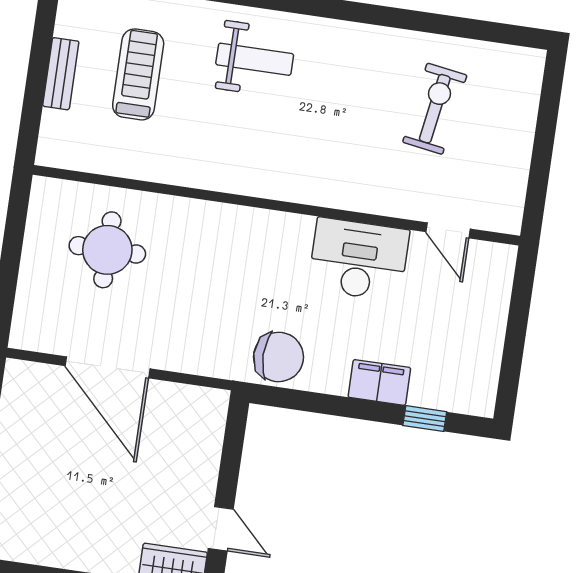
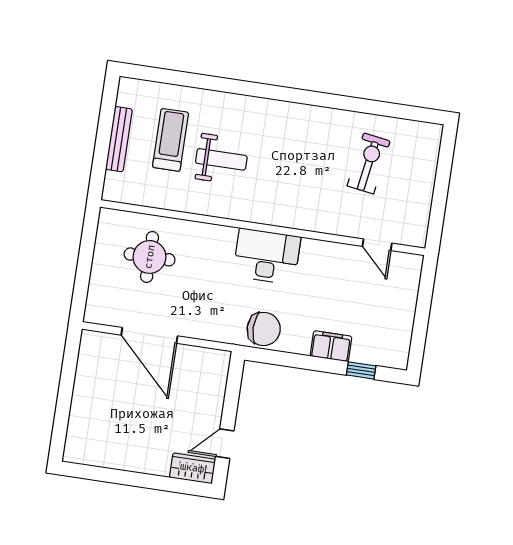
weight bench: (255, 59) -> (221, 159), moved
bench: (61, 74) -> (119, 139), width x1.36
desk: (359, 259) -> (267, 256), moved
door: (221, 529) -> (225, 444), swing flipped

